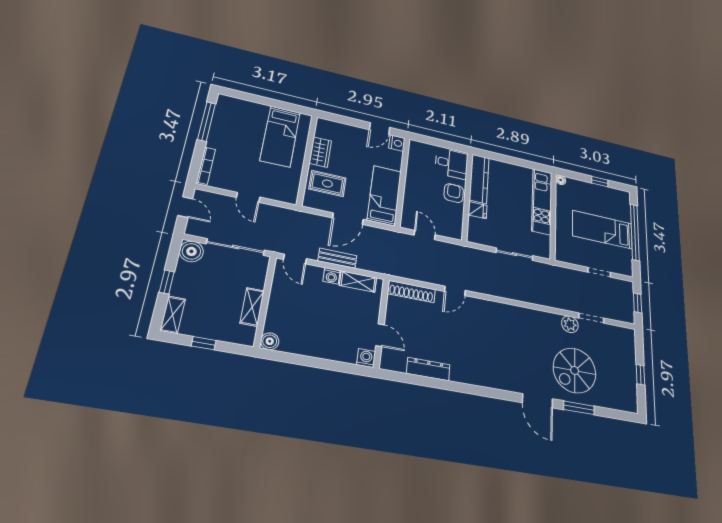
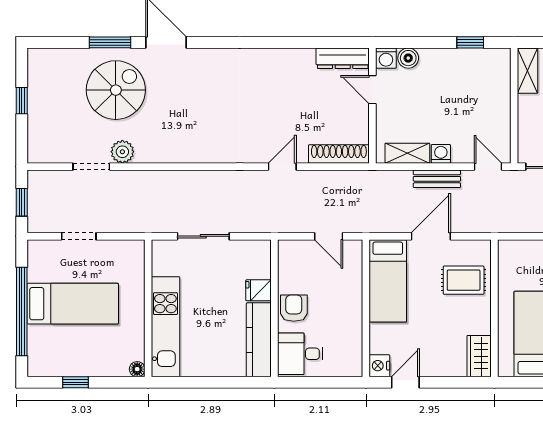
wardrobe: (320, 152) -> (479, 356), moved
armchair: (454, 193) -> (294, 308), turned 180
shelving: (252, 307) -> (527, 71), moved
boiler: (270, 341) -> (408, 58), moved
window: (294, 359) -> (470, 42), added
dresser: (428, 369) -> (343, 58), moved

